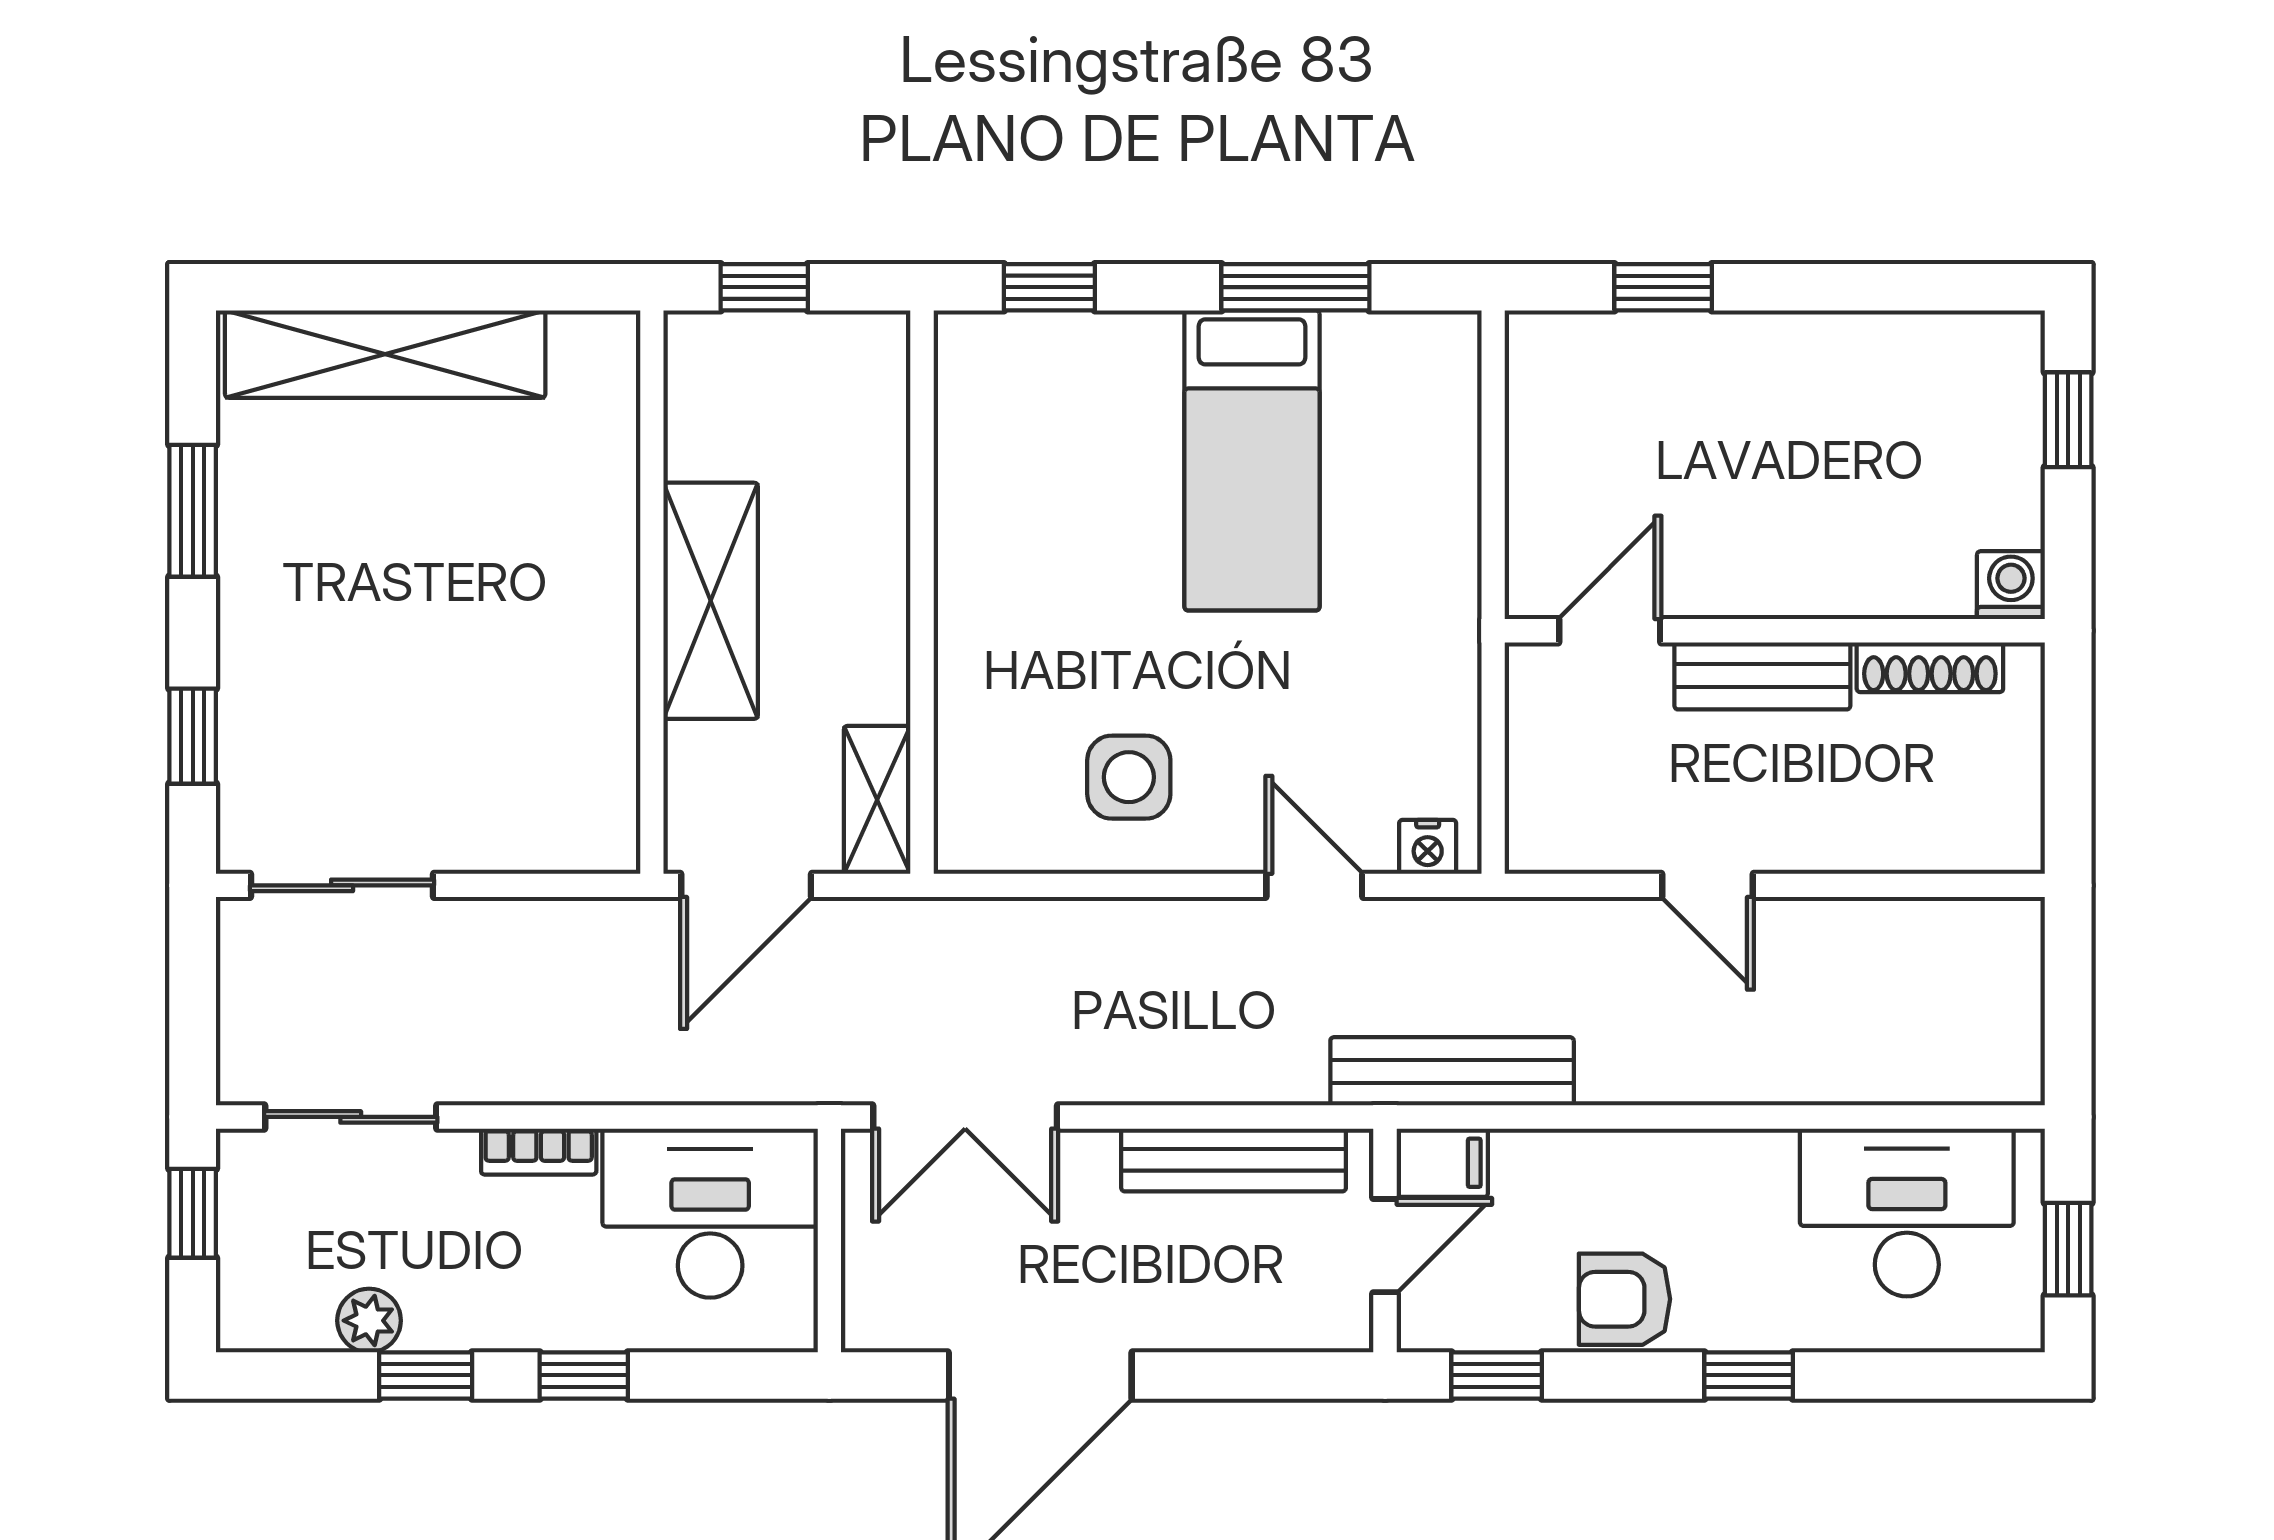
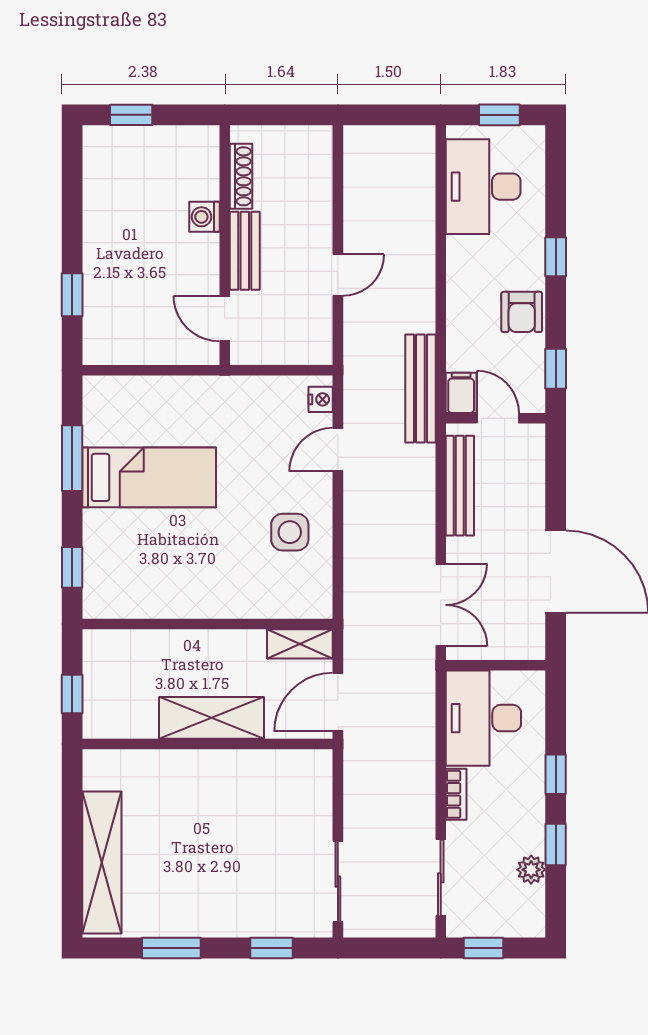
washing machine: (2011, 585) -> (204, 217), moved
door: (746, 885) -> (338, 702), swing flipped

